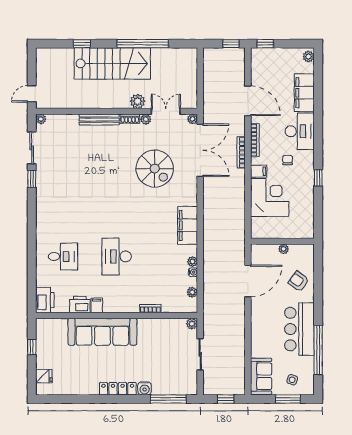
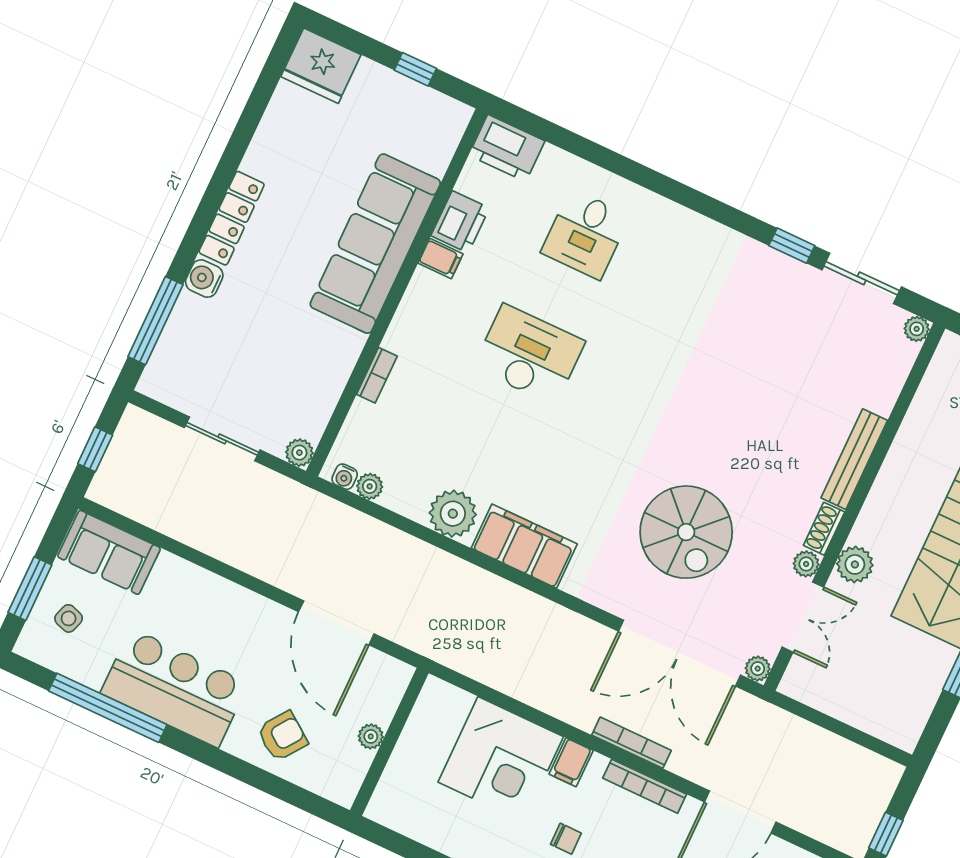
spiral stairs: (155, 169) -> (686, 532), turned -90
plant: (192, 262) -> (453, 514), width x1.87, depth x1.87
water cooler: (193, 272) -> (345, 477), moved
fridge: (44, 376) -> (321, 66), width x1.88, depth x1.34

